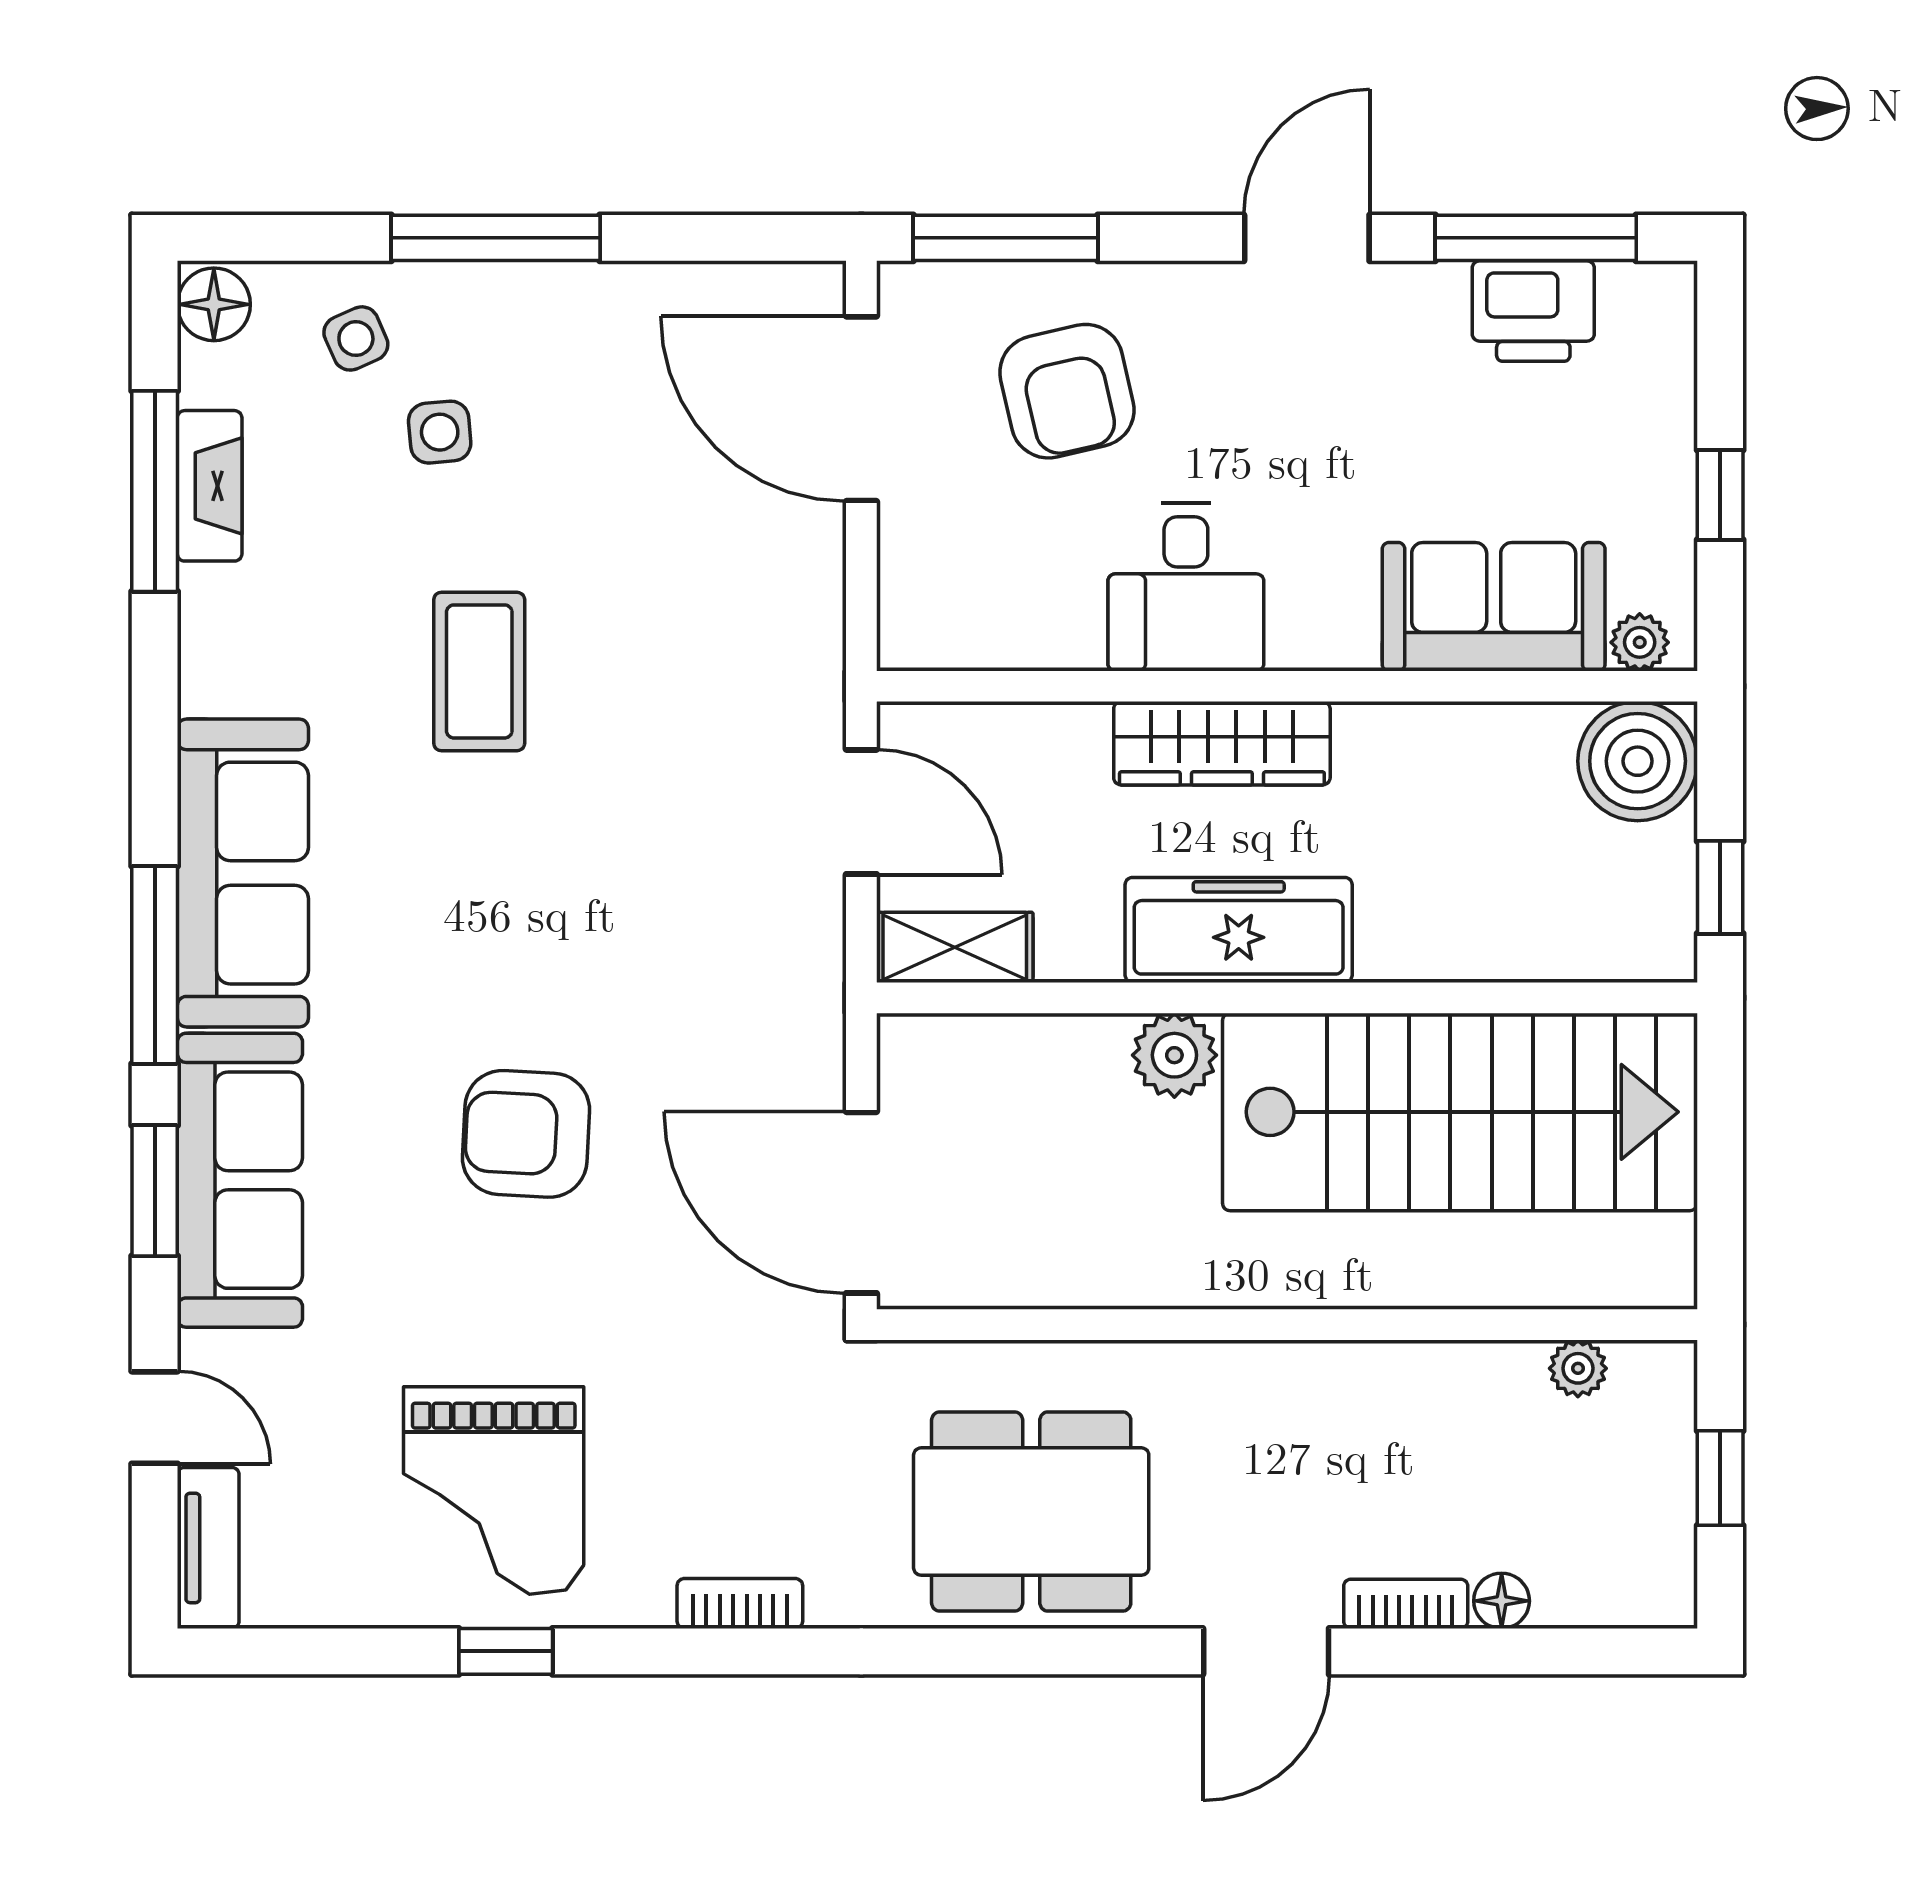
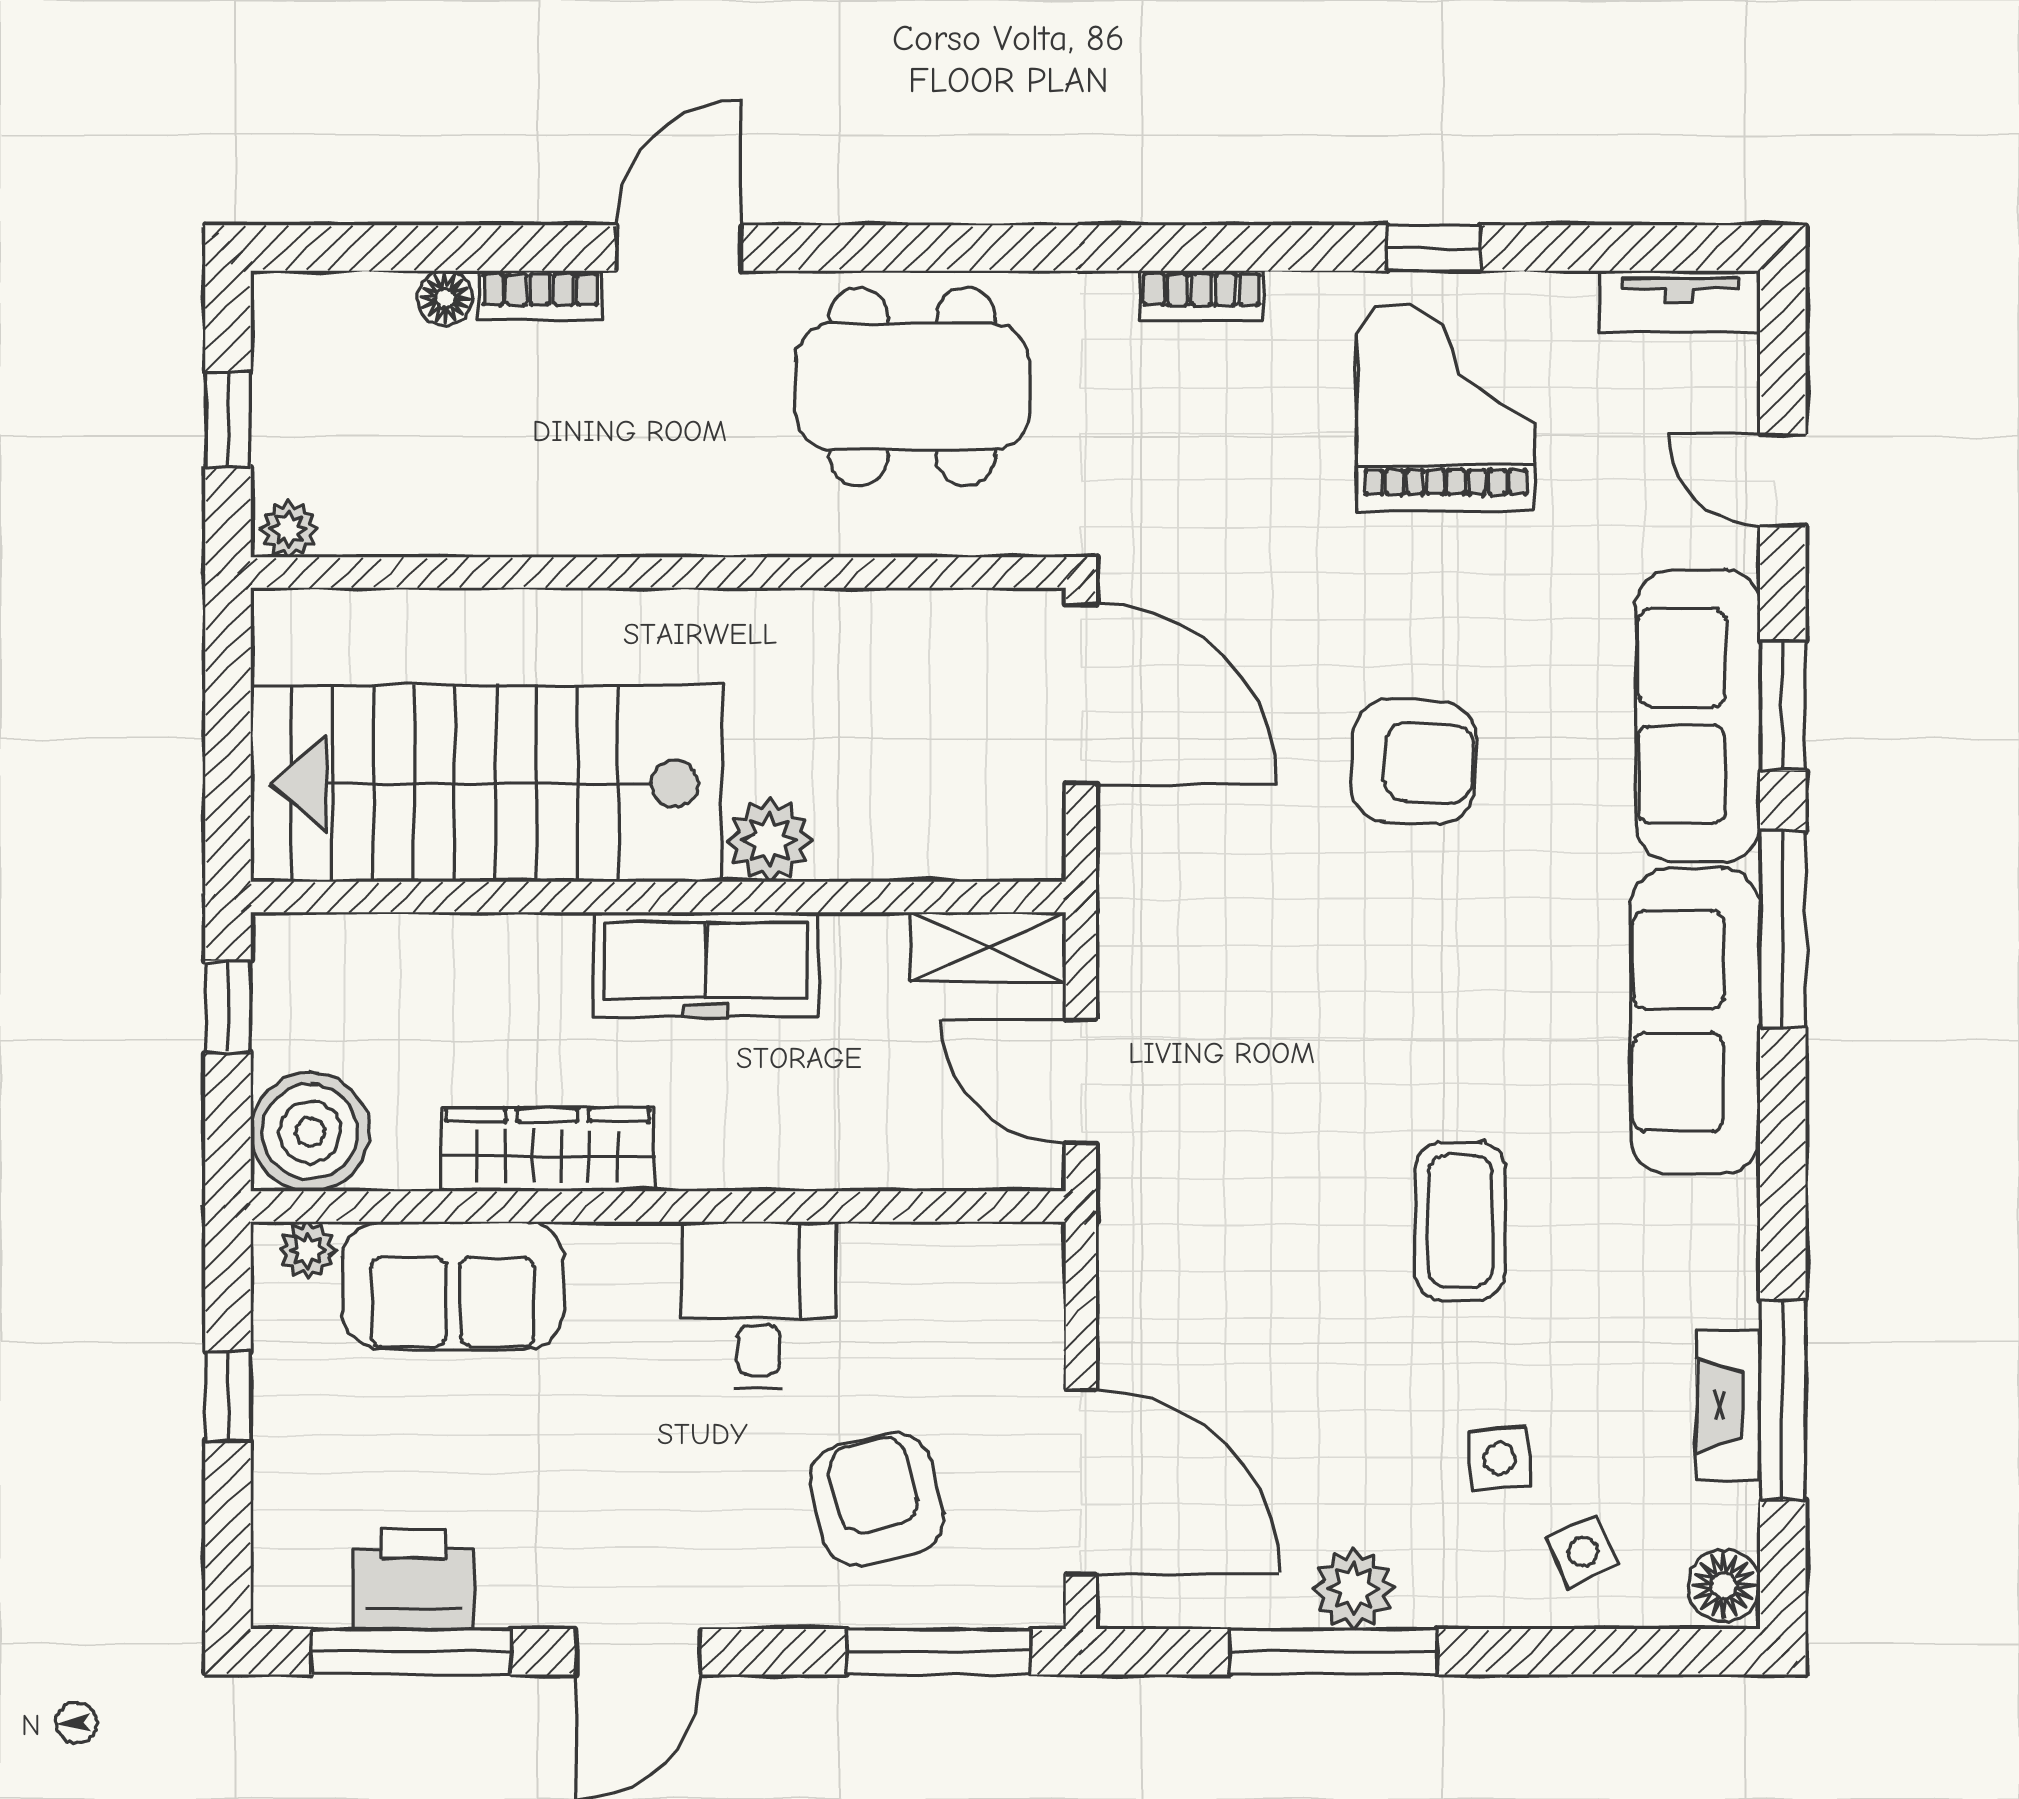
window: (496, 238) -> (1334, 1652), moved
plant: (587, 301) -> (1354, 1589), added
wardrobe: (1222, 743) -> (547, 1150), moved
plant: (1578, 1368) -> (289, 529), moved
tv unit: (208, 1548) -> (1680, 301), moved, turned -90

